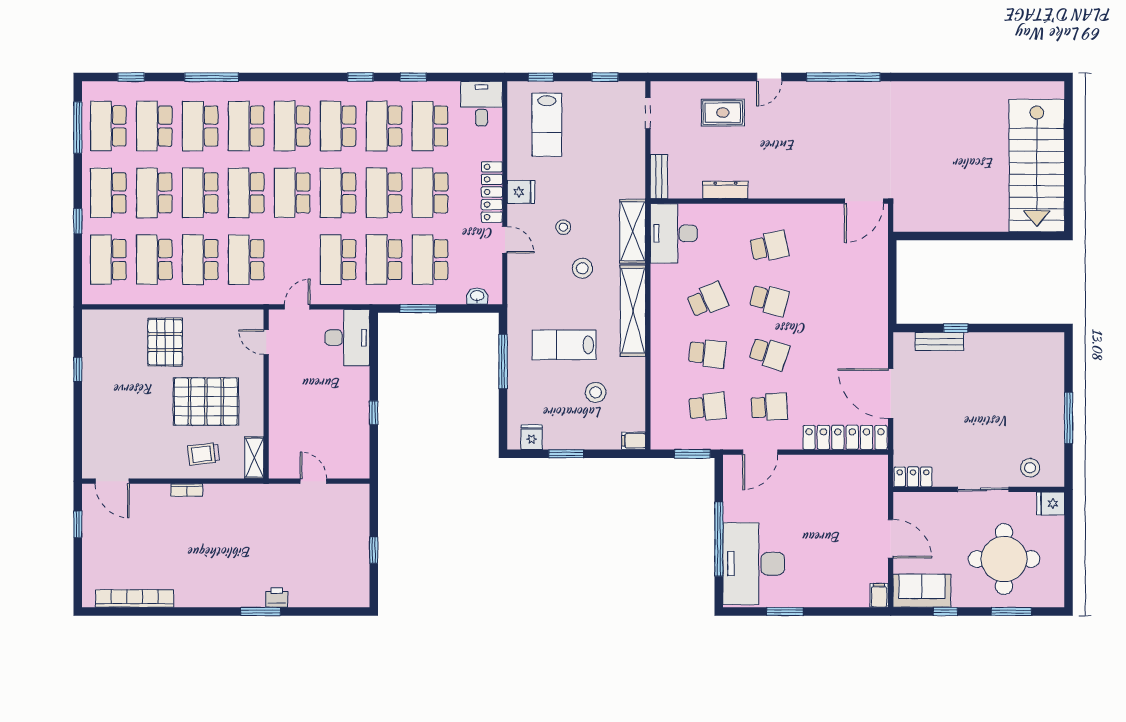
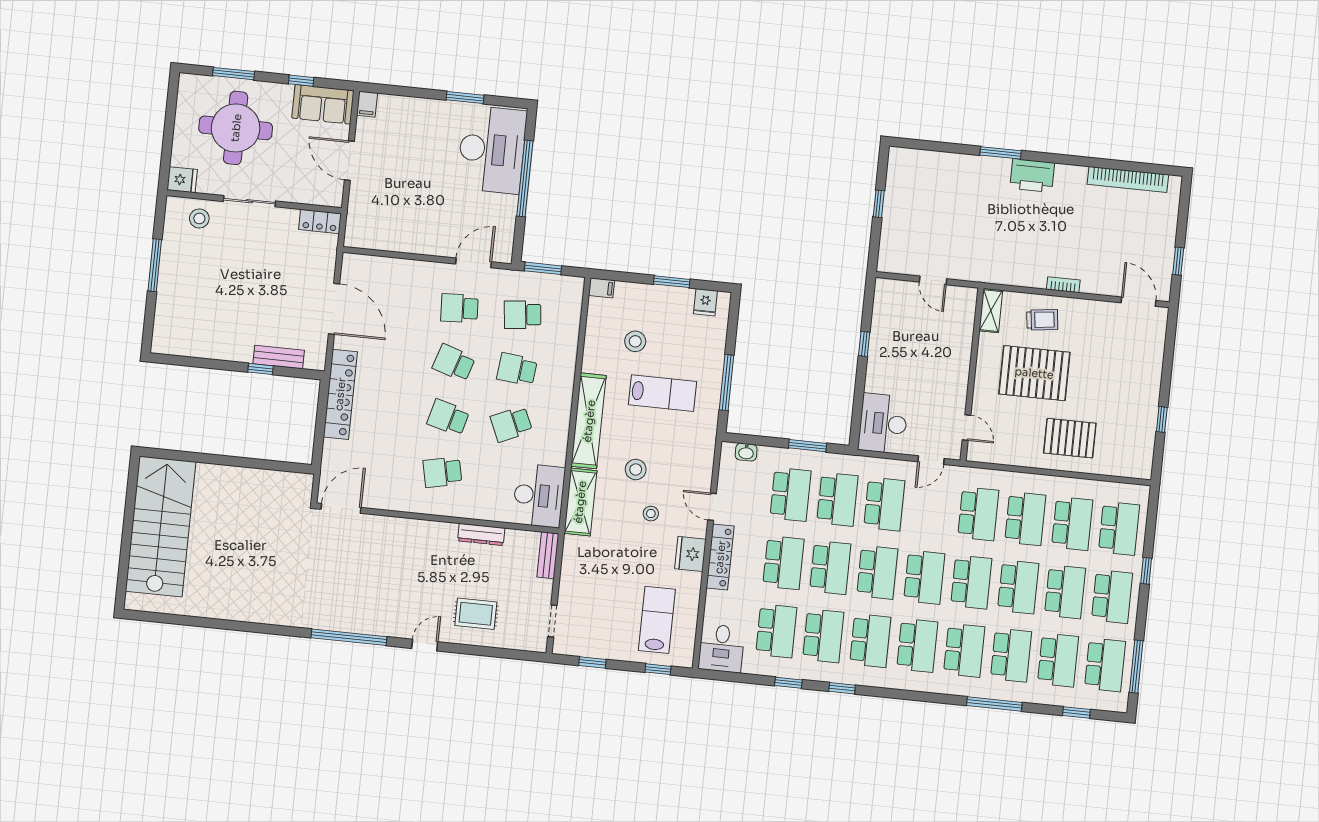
fridge: (521, 192) -> (690, 554), width x1.38
pallet: (165, 342) -> (1070, 438), turned 90
locker: (845, 437) -> (340, 394), moved, turned -90
printer: (277, 597) -> (1032, 176), moved, width x1.87, depth x1.48

